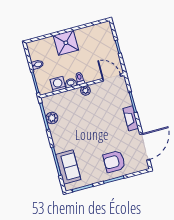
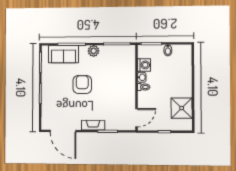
shower: (66, 43) -> (182, 108), moved
plant: (85, 91) -> (131, 89), removed
plant: (52, 118) -> (94, 51), moved
armchair: (114, 161) -> (82, 84), moved

